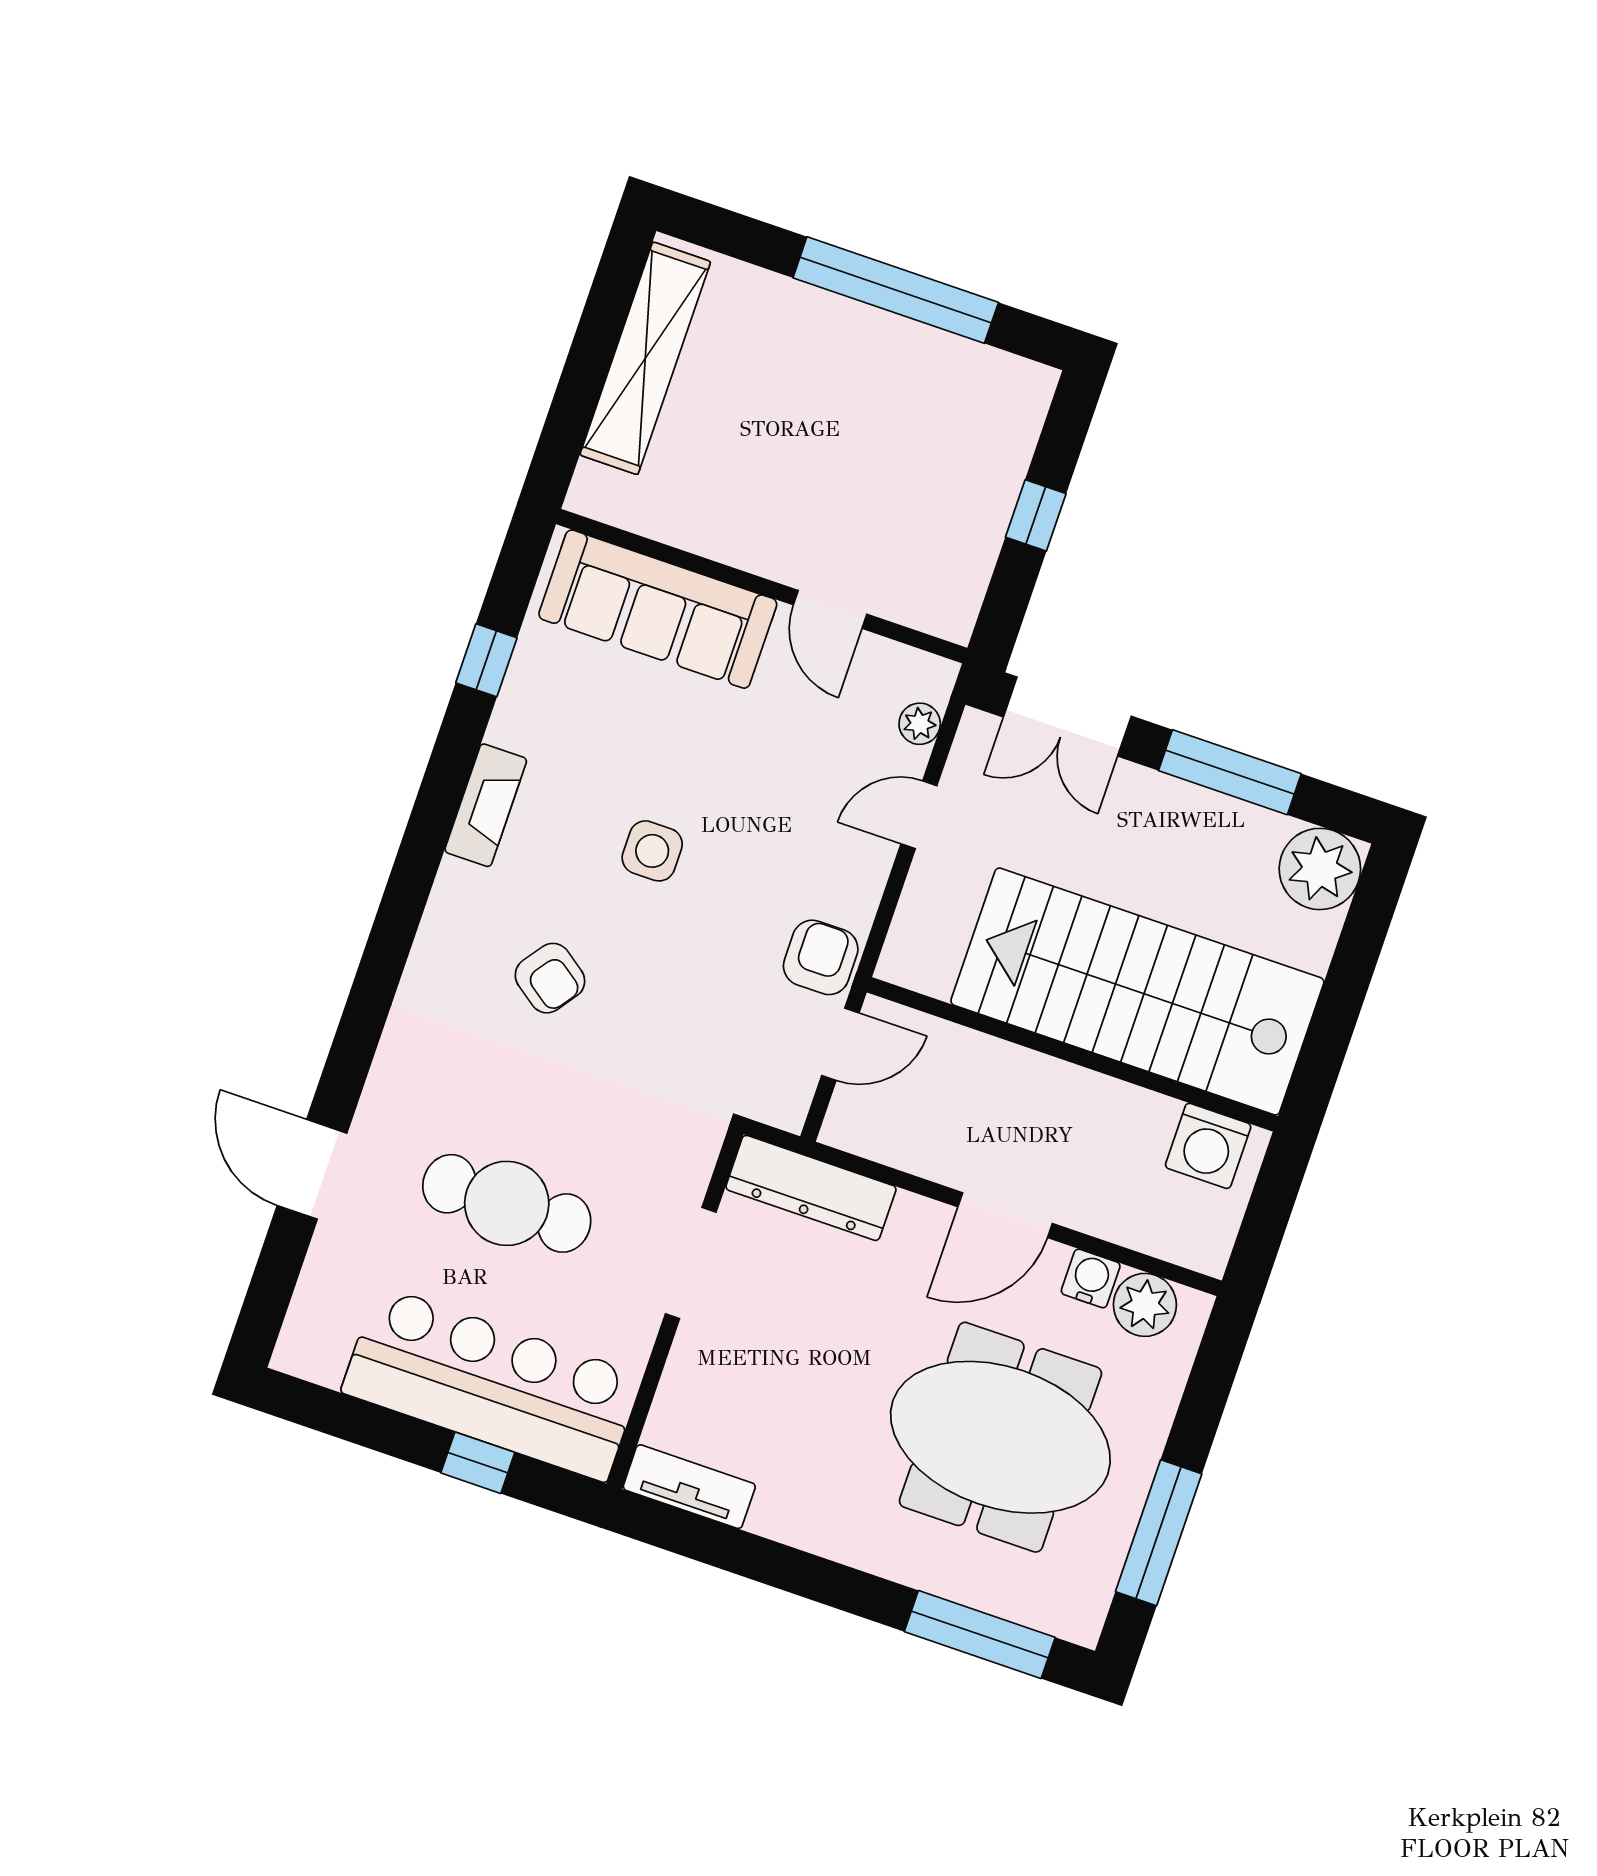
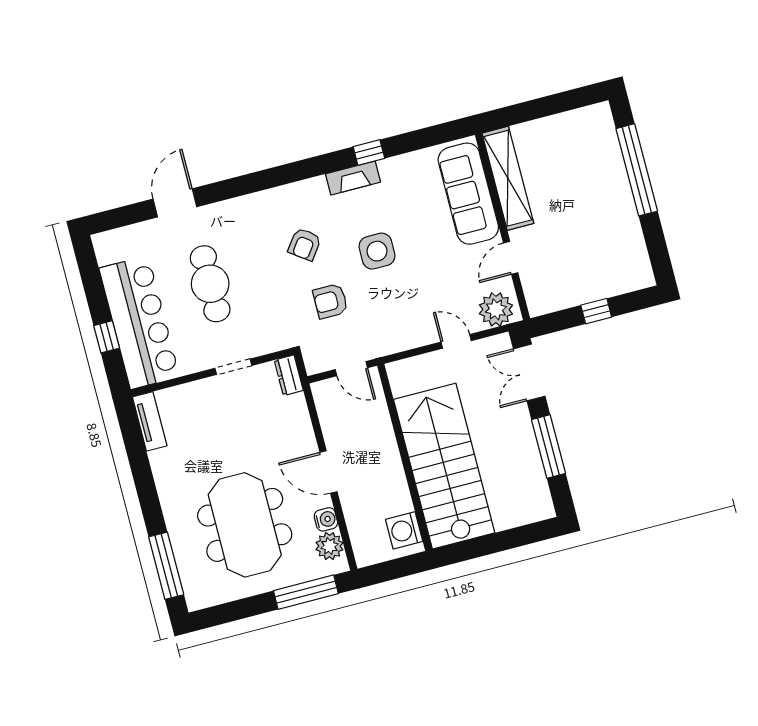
window: (896, 290) -> (637, 170), moved
shelving: (645, 358) -> (508, 178), moved, turned 90
window: (486, 660) -> (369, 152), moved
plant: (920, 724) -> (496, 309), width x1.88, depth x1.88
side table: (652, 851) -> (377, 251), width x1.37, depth x1.37
plant: (1320, 869) -> (535, 504), removed
armchair: (821, 957) -> (330, 301), moved, turned 180
dresser: (811, 1188) -> (289, 375), width x0.51, depth x0.80
doorway: (691, 1263) -> (233, 367), width x0.73
window: (1159, 1533) -> (306, 592), moved

